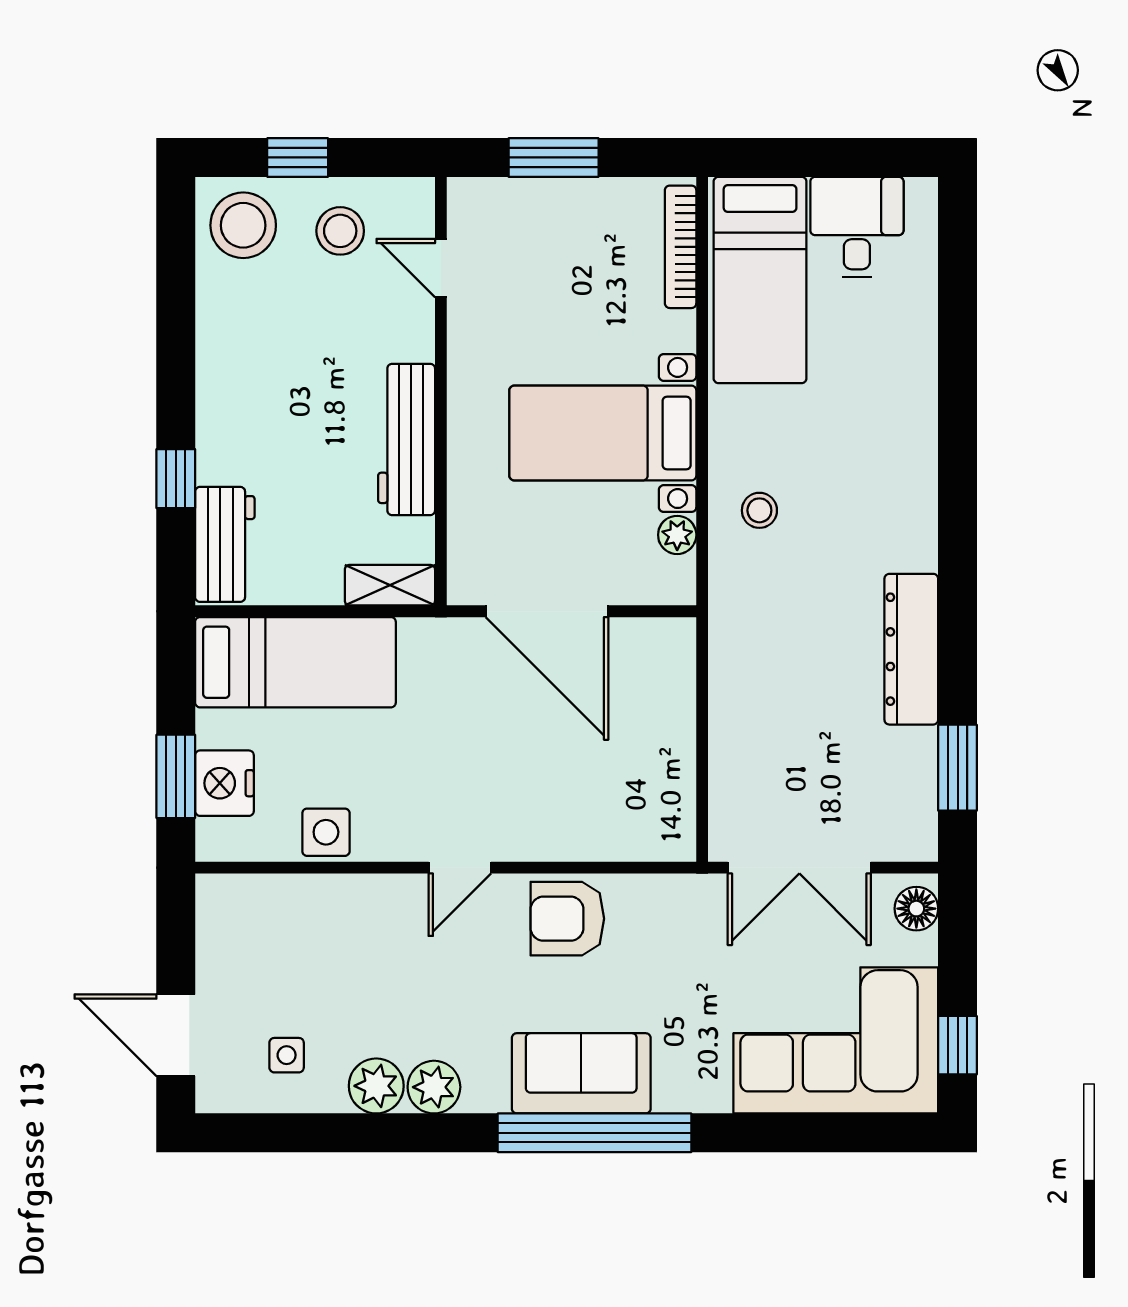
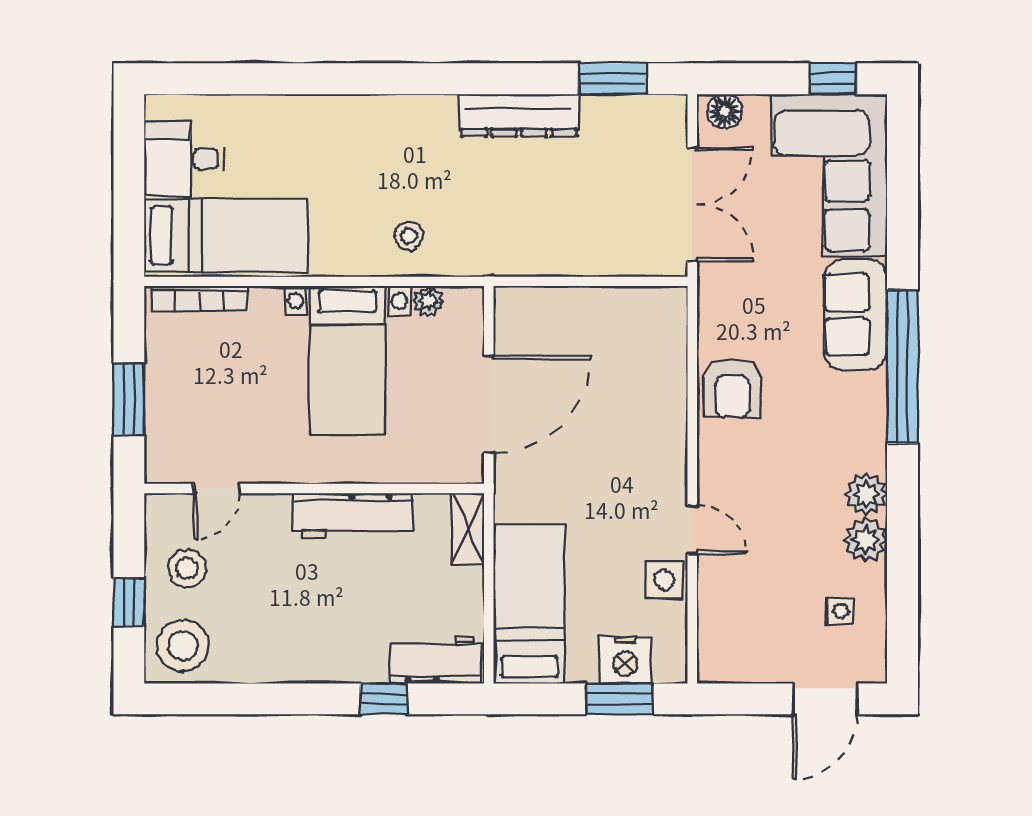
door: (460, 868) -> (692, 530), moved
sofa: (581, 1073) -> (855, 315), moved

